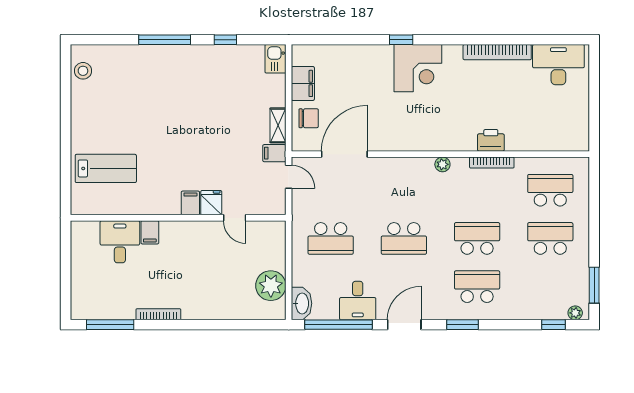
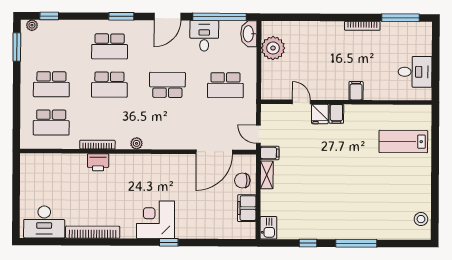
filing cabinet: (150, 232) -> (356, 91), moved
school desk: (331, 238) -> (225, 85), turned 180
desk: (120, 242) -> (415, 72), moved, turned -90

